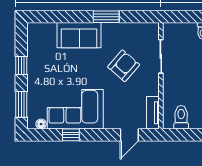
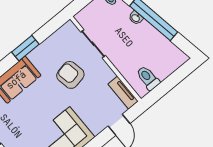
armchair: (124, 66) -> (70, 75), turned -52

